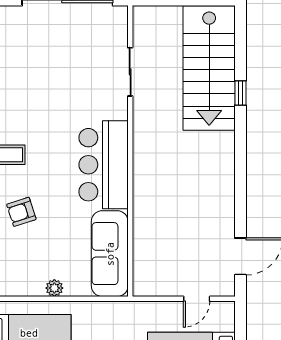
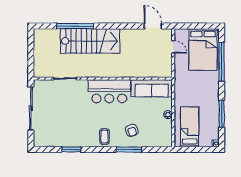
stairs: (209, 68) -> (90, 41), moved
window: (240, 93) -> (75, 26), width x3.17

